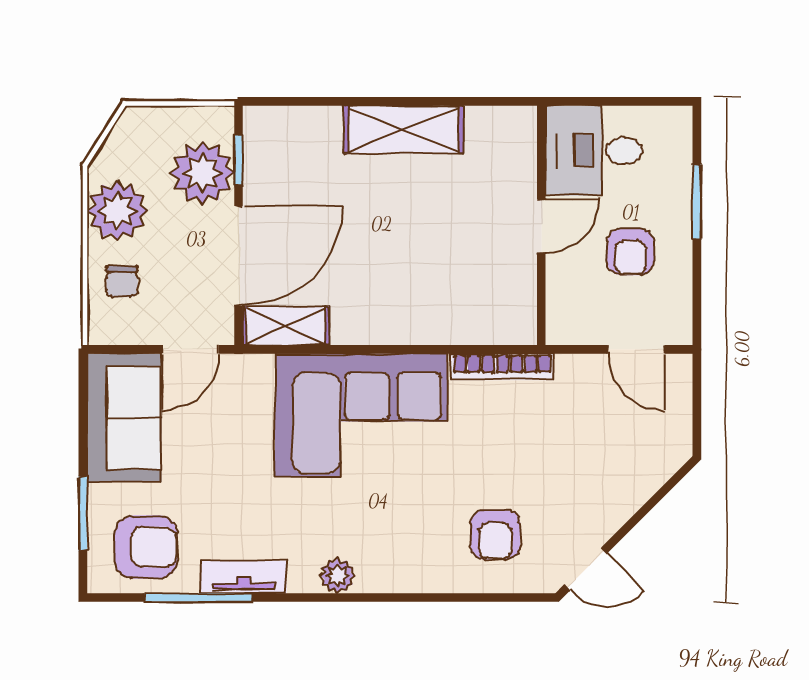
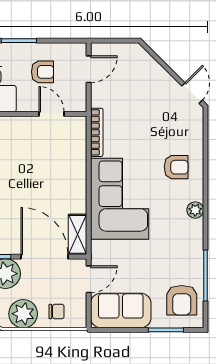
door: (541, 226) -> (52, 114), moved
door: (190, 349) -> (89, 279), hinge flipped
armchair: (495, 535) -> (176, 167), moved
armchair: (146, 547) -> (182, 300), turned 180
tv unit: (244, 577) -> (196, 254), removed

